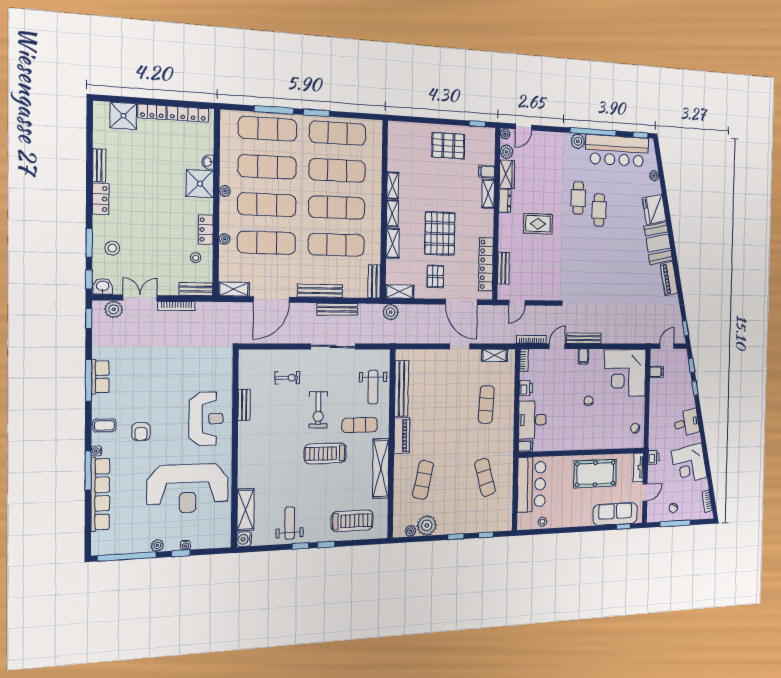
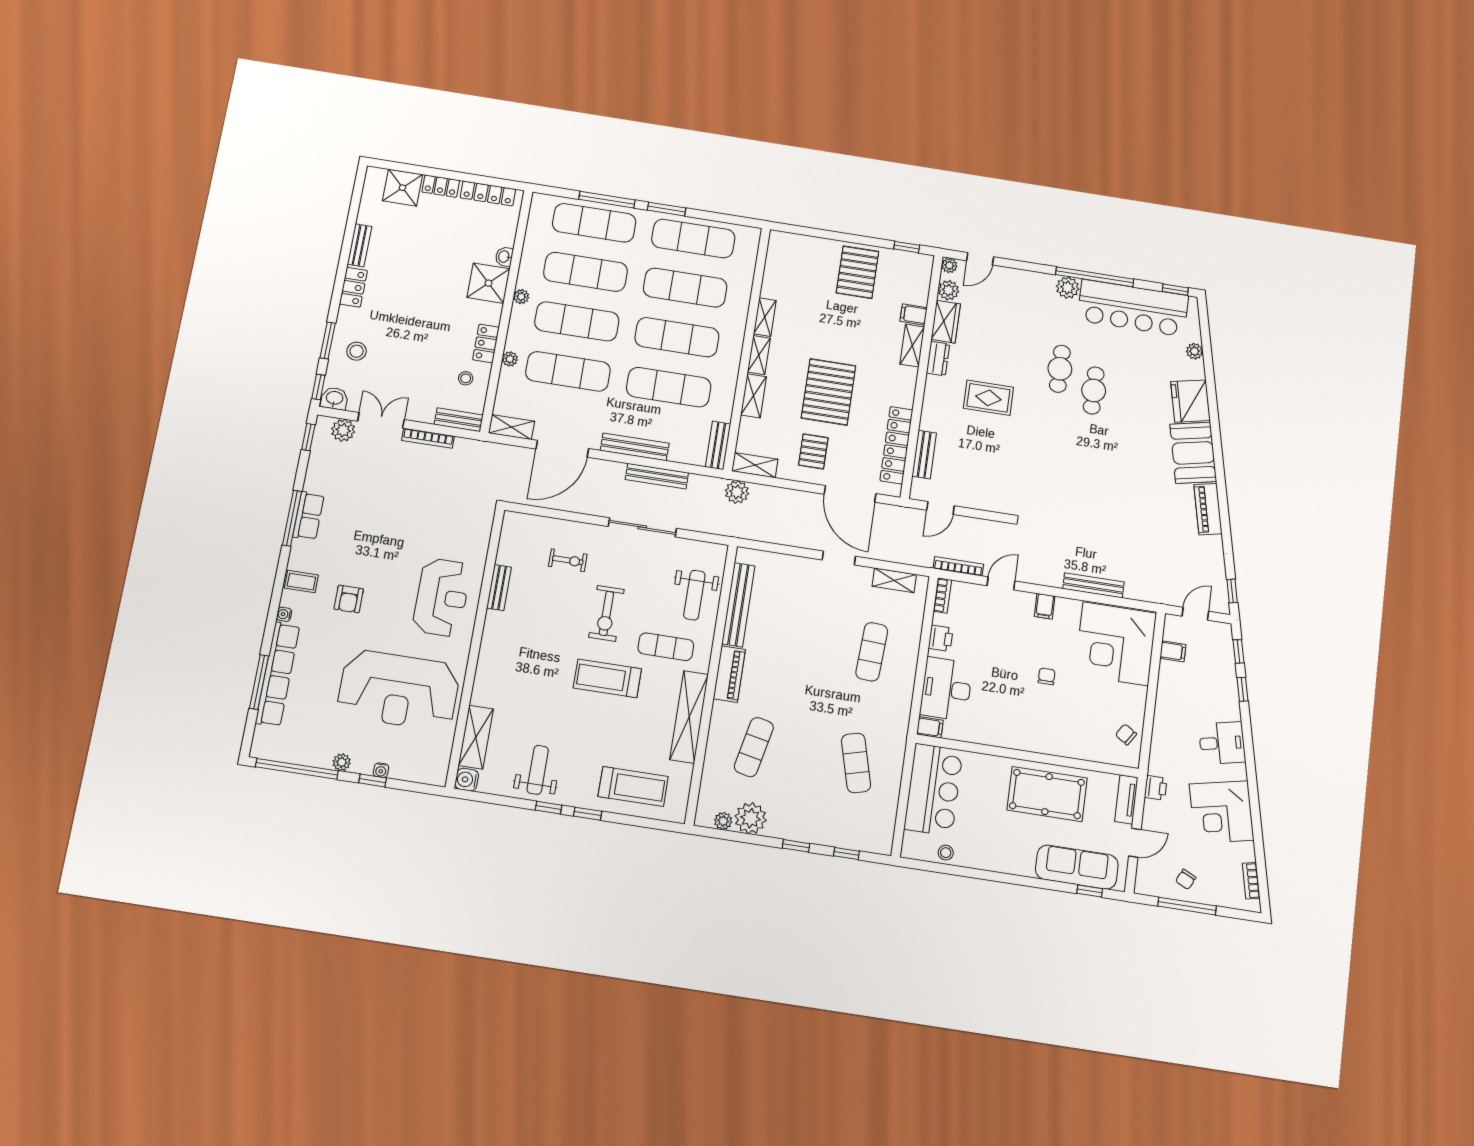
pallet: (448, 146) -> (857, 272), turned 90
bench: (584, 338) -> (1093, 585), moved
window: (88, 470) -> (259, 682), moved

